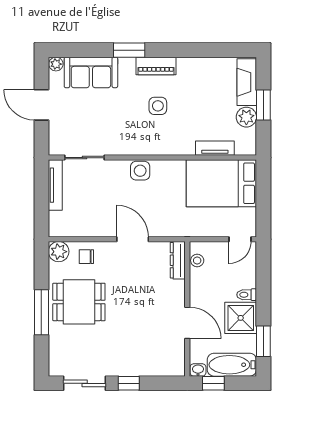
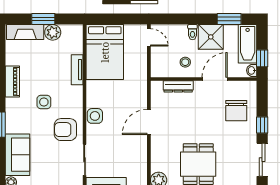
piano: (156, 66) -> (12, 82), moved
armchair: (123, 133) -> (65, 130), added
tv unit: (215, 148) -> (77, 70), moved
chair: (86, 257) -> (236, 111), moved, width x1.87, depth x1.87
dresser: (178, 260) -> (178, 86), moved
stool: (197, 260) -> (185, 62), moved

